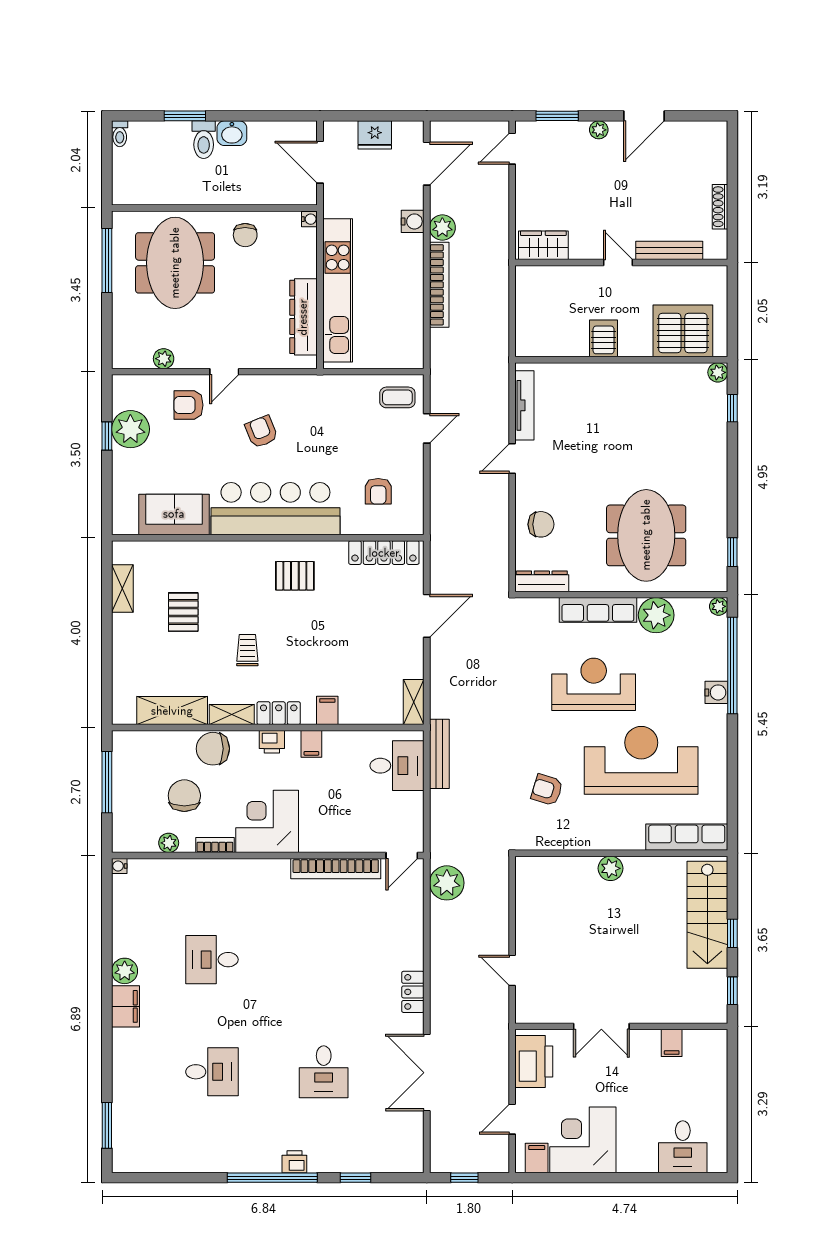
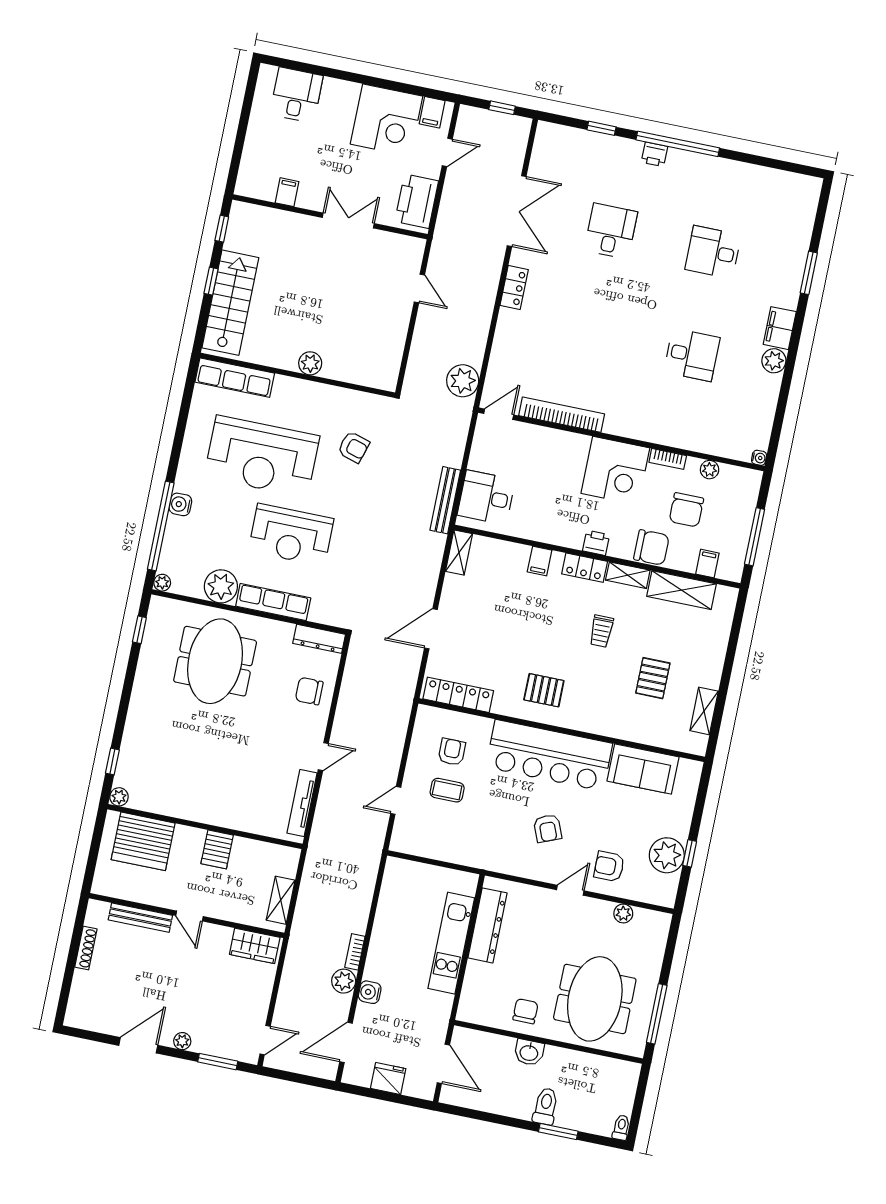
washbasin: (232, 133) -> (529, 1052), moved, turned 180
water cooler: (309, 219) -> (464, 1014), removed
bookcase: (439, 285) -> (355, 952), width x0.43, depth x0.76
kitchen unit: (338, 290) -> (451, 943), width x0.73
shelving: (526, 299) -> (281, 900), added
coffee table: (397, 397) -> (447, 790), moved
armchair: (189, 405) -> (609, 866), turned 180
filing cabinet: (311, 744) -> (707, 564), moved
window: (107, 1125) -> (809, 273), moved

